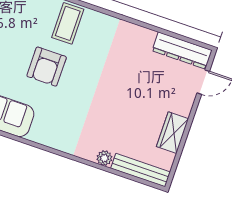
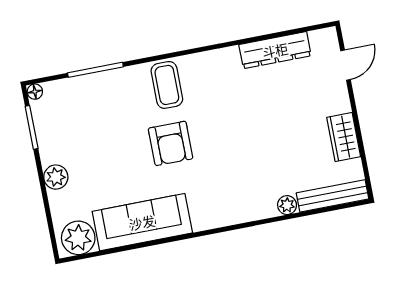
dresser: (182, 51) -> (275, 50), moved

